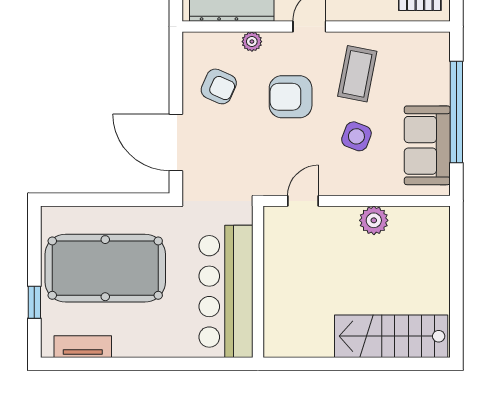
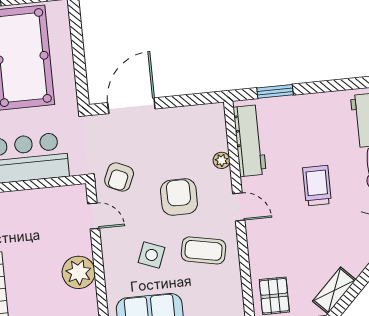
armchair: (219, 86) -> (119, 177), moved
plant: (374, 220) -> (79, 272), width x1.36, depth x1.36

